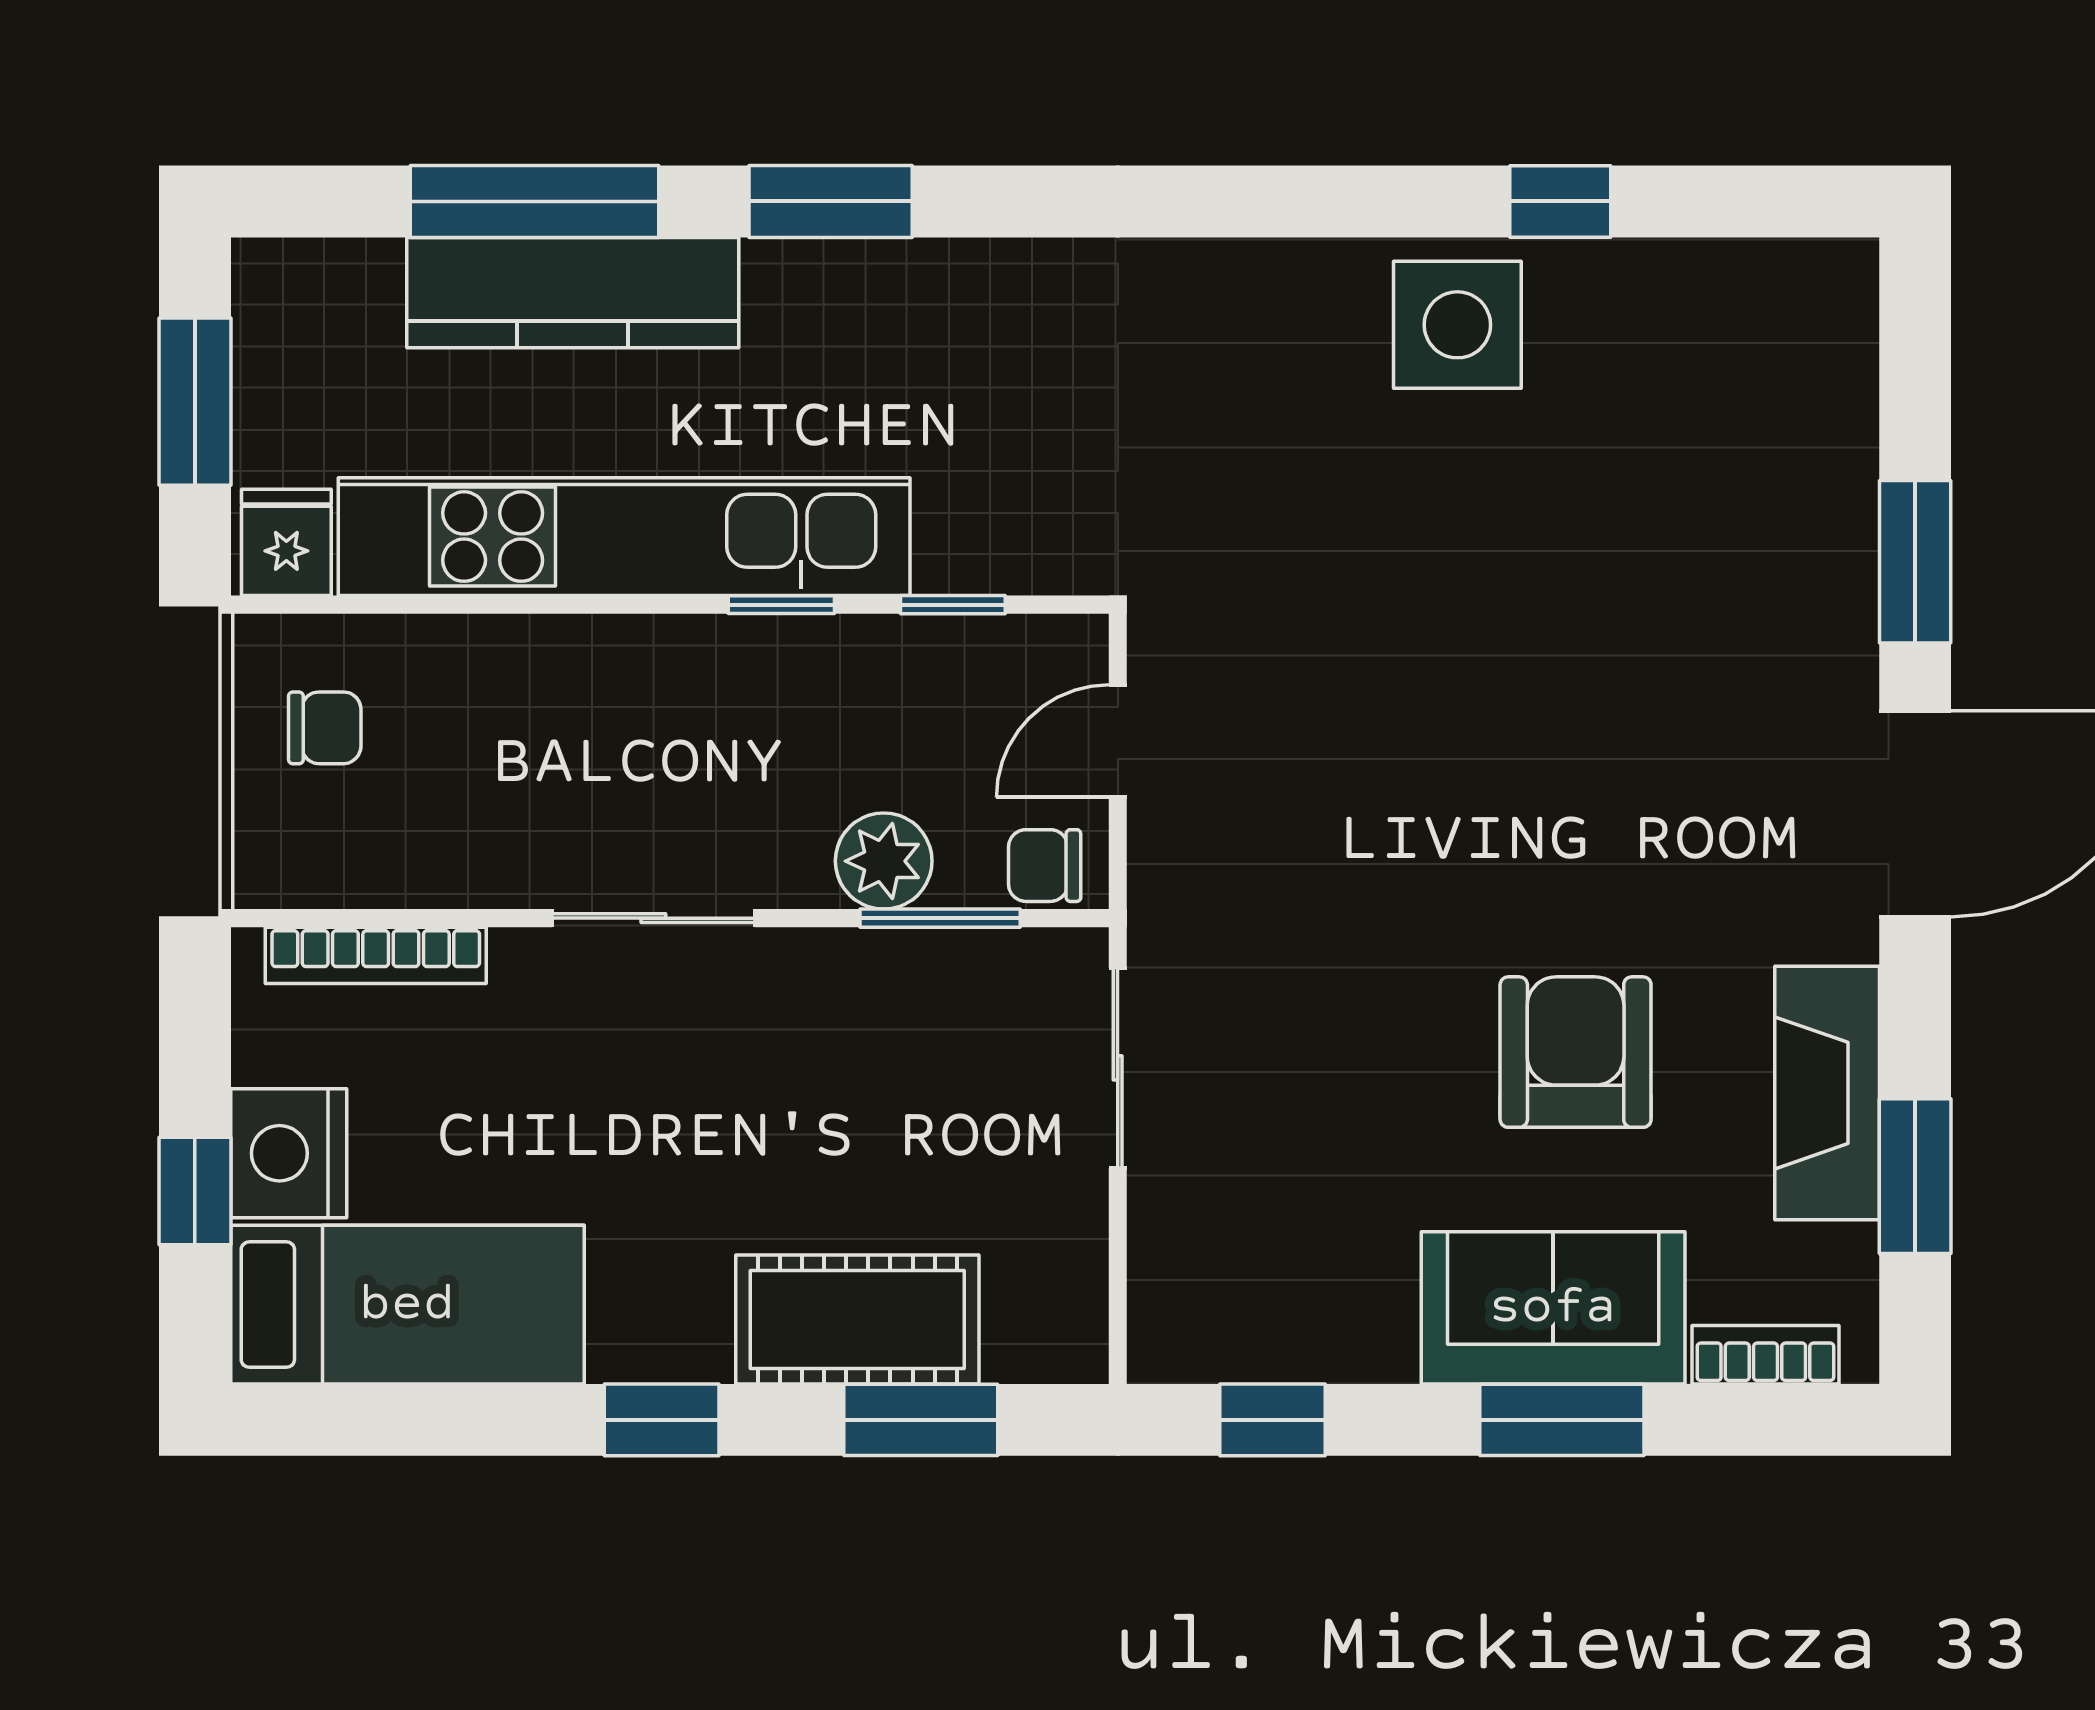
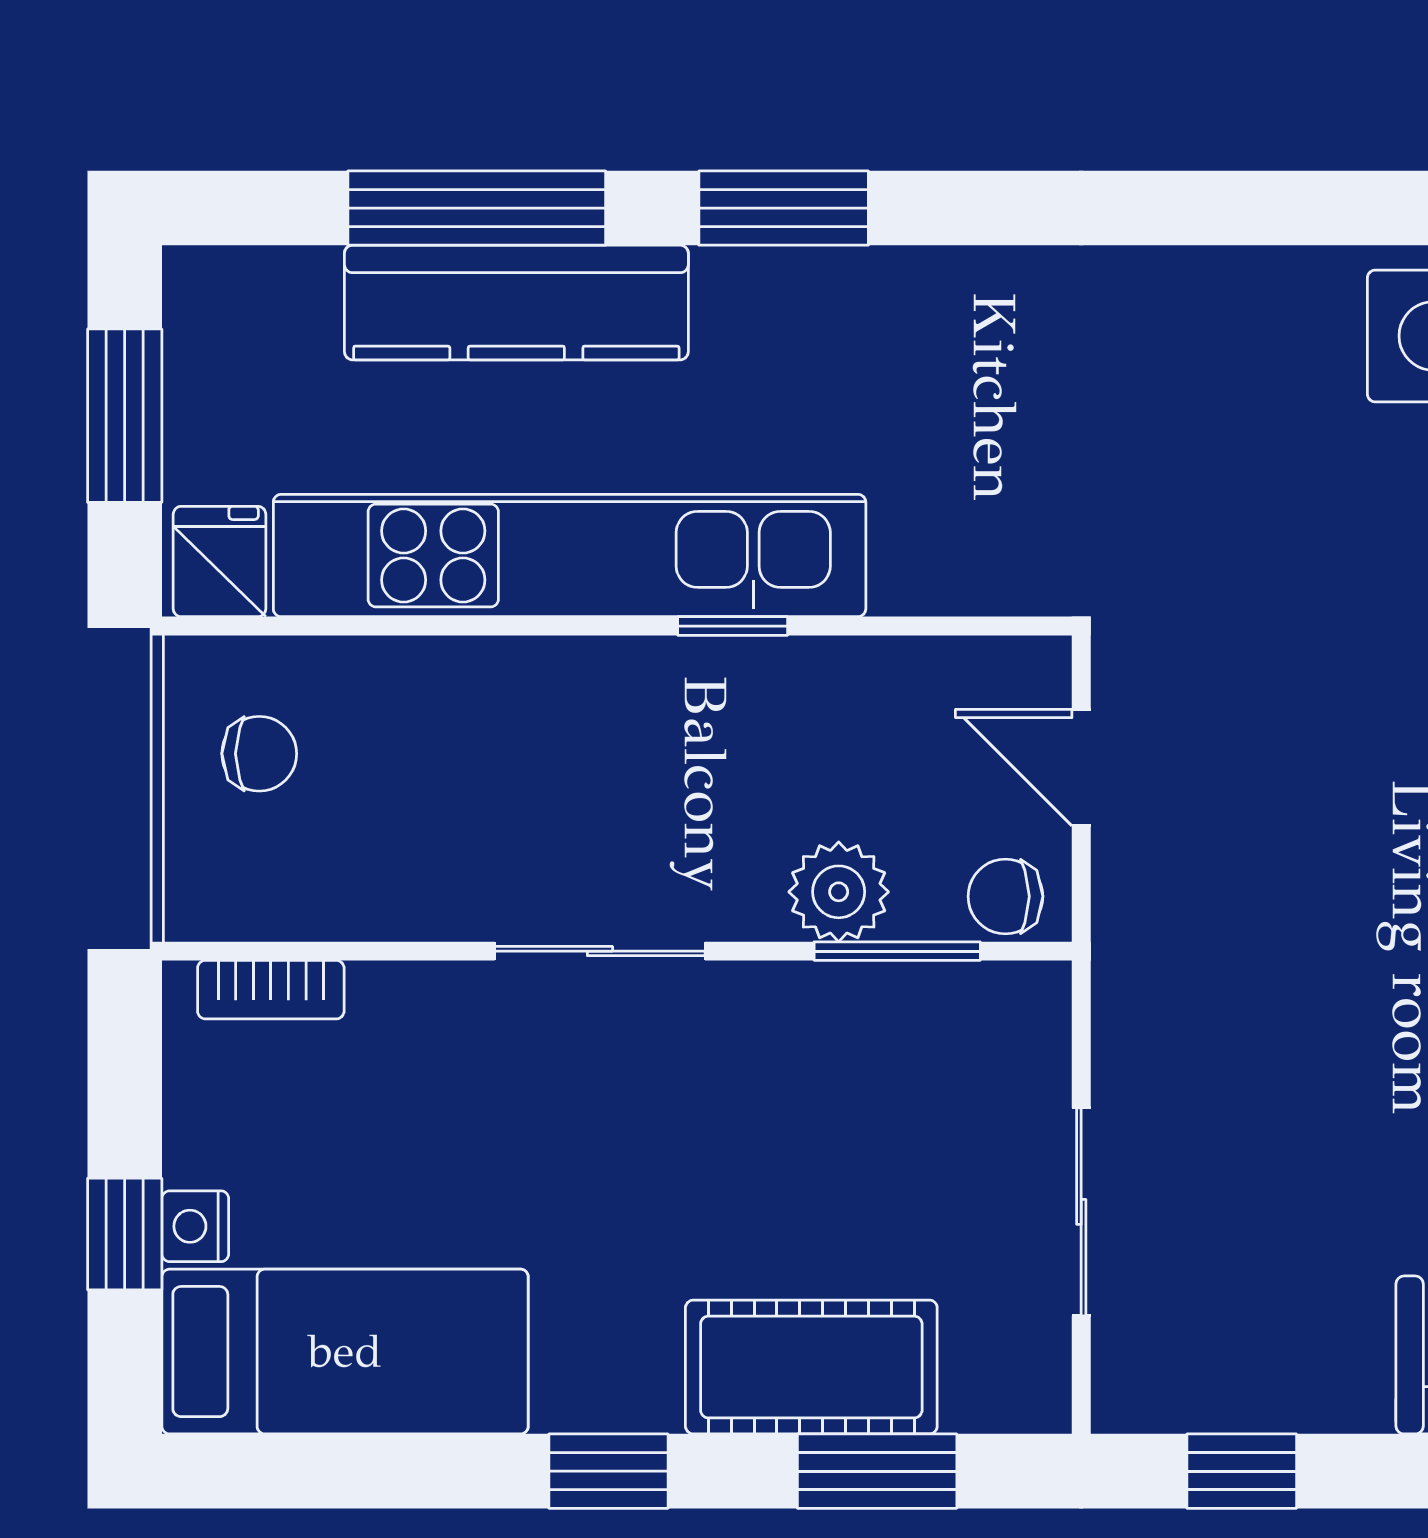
window: (953, 605) -> (910, 626), removed
door: (1118, 741) -> (1081, 768), hinge flipped
bookcase: (376, 955) -> (271, 990), width x0.64
sliding door: (1118, 1068) -> (1081, 1212), moved
nightstand: (289, 1153) -> (195, 1226), width x0.53, depth x0.56

